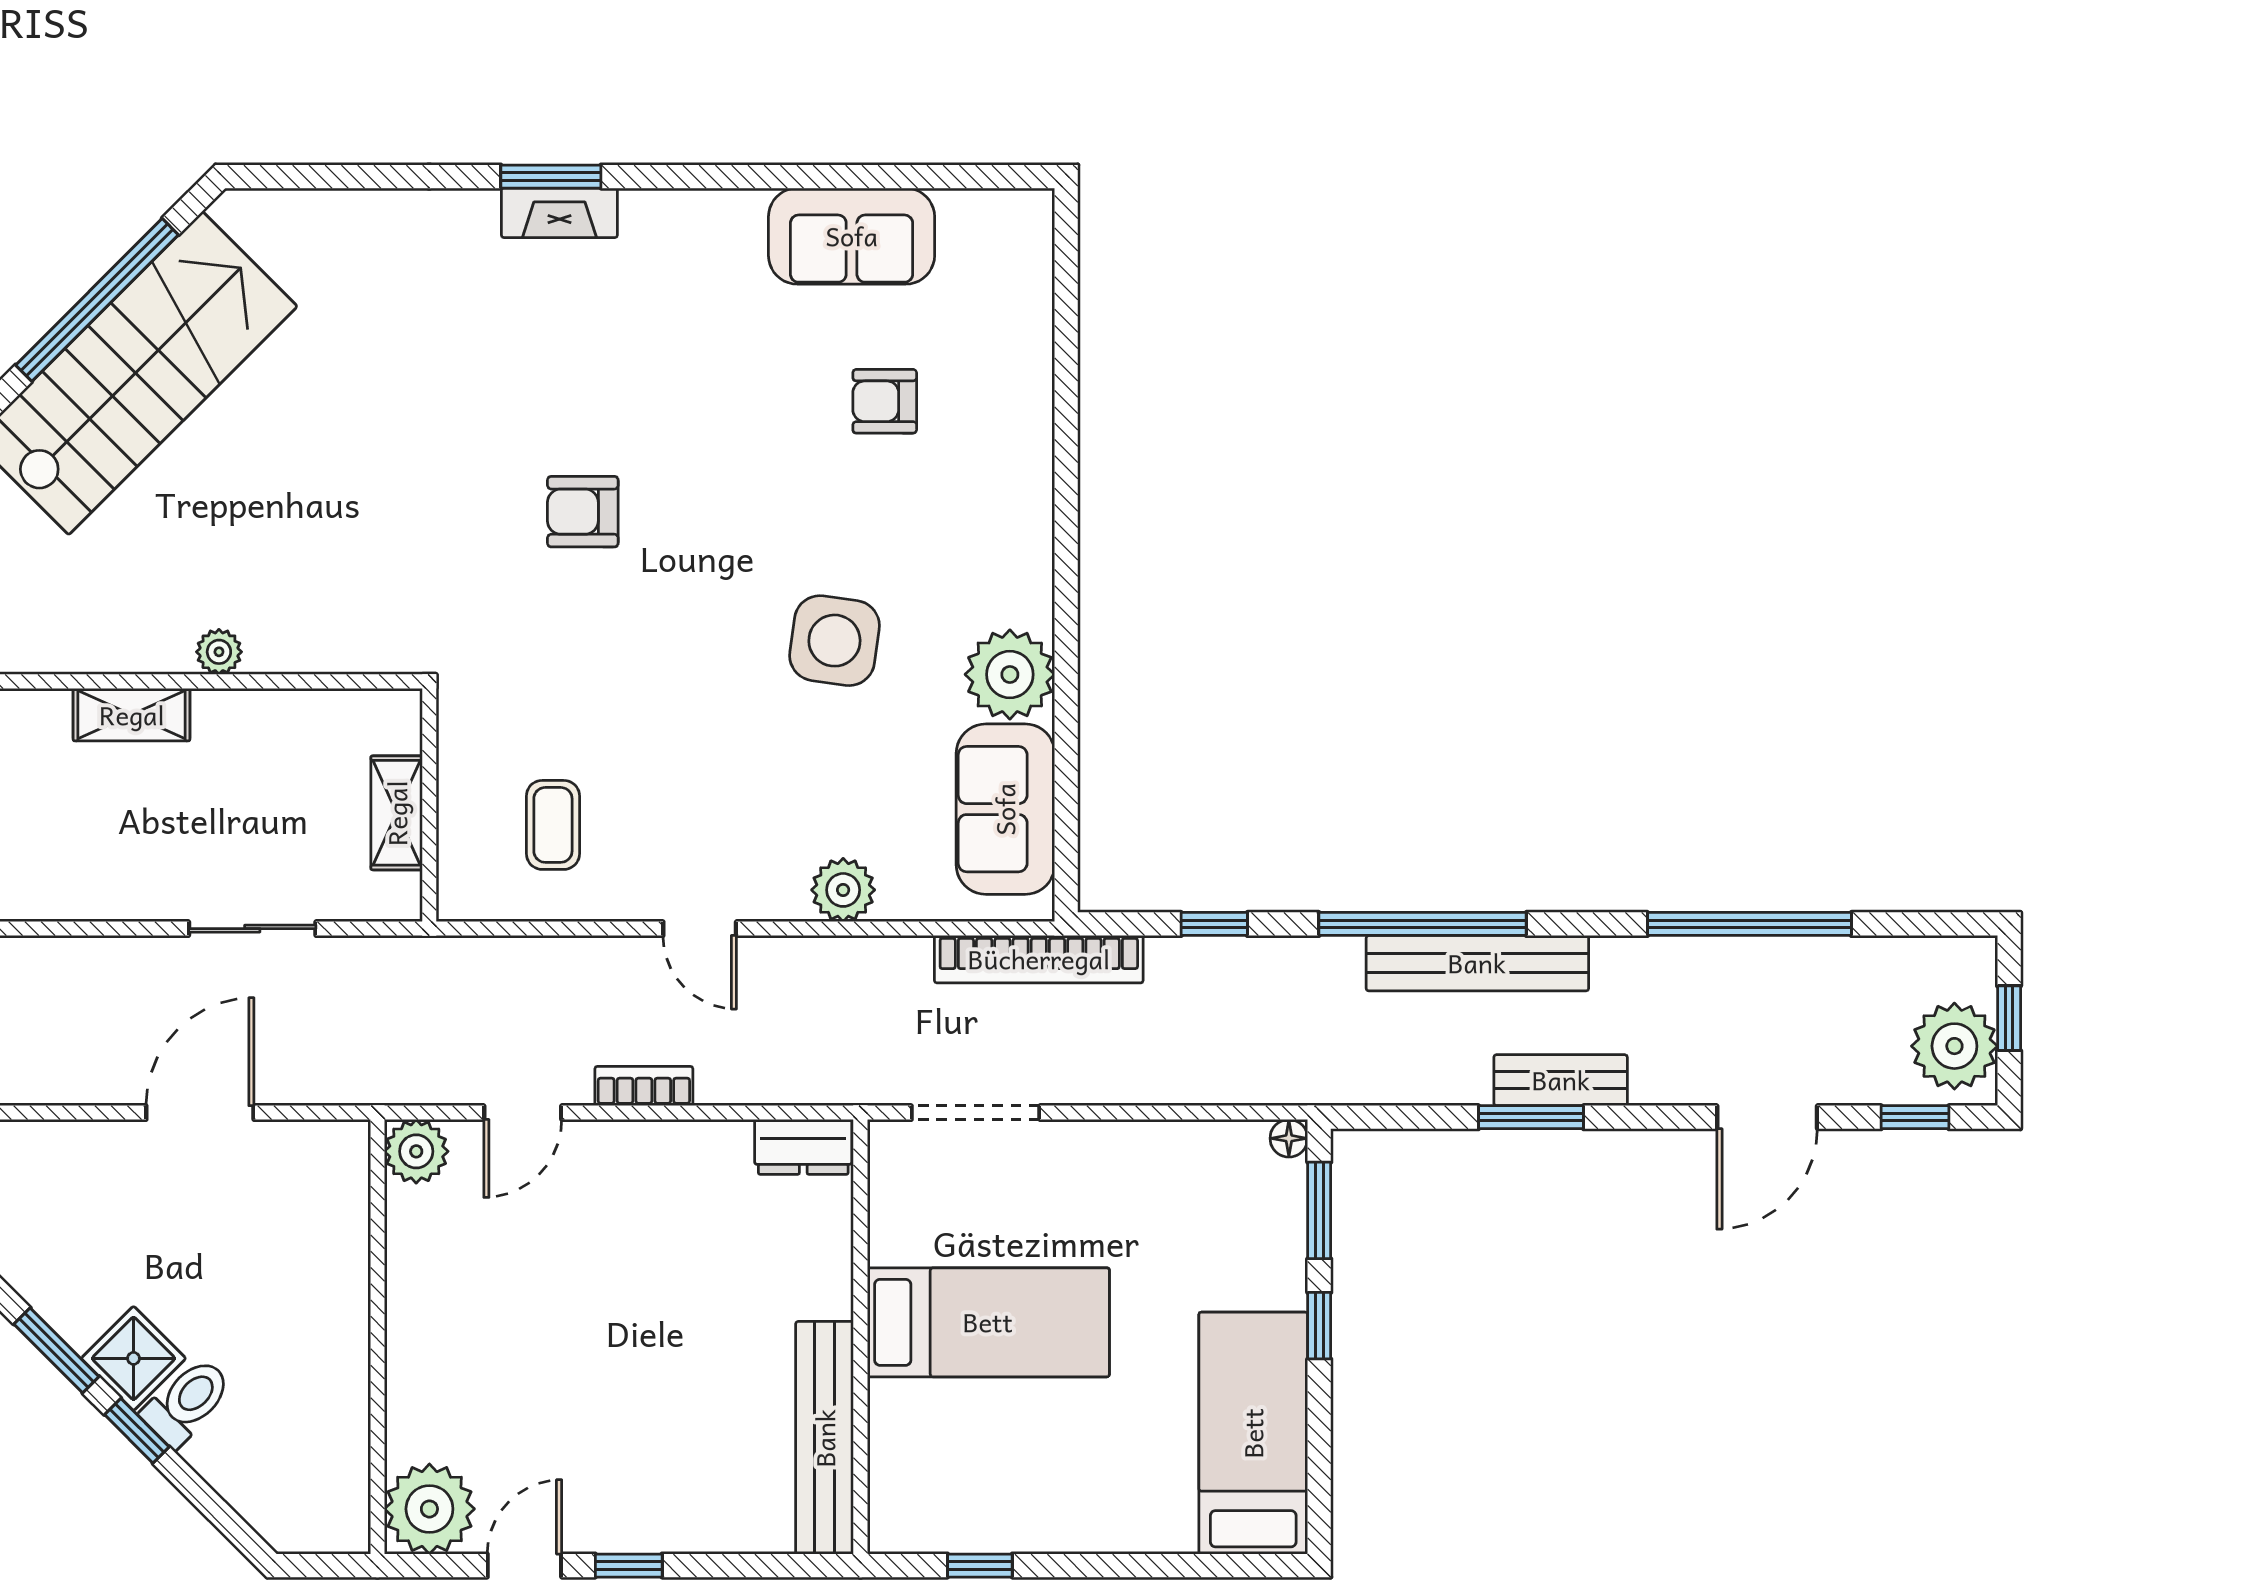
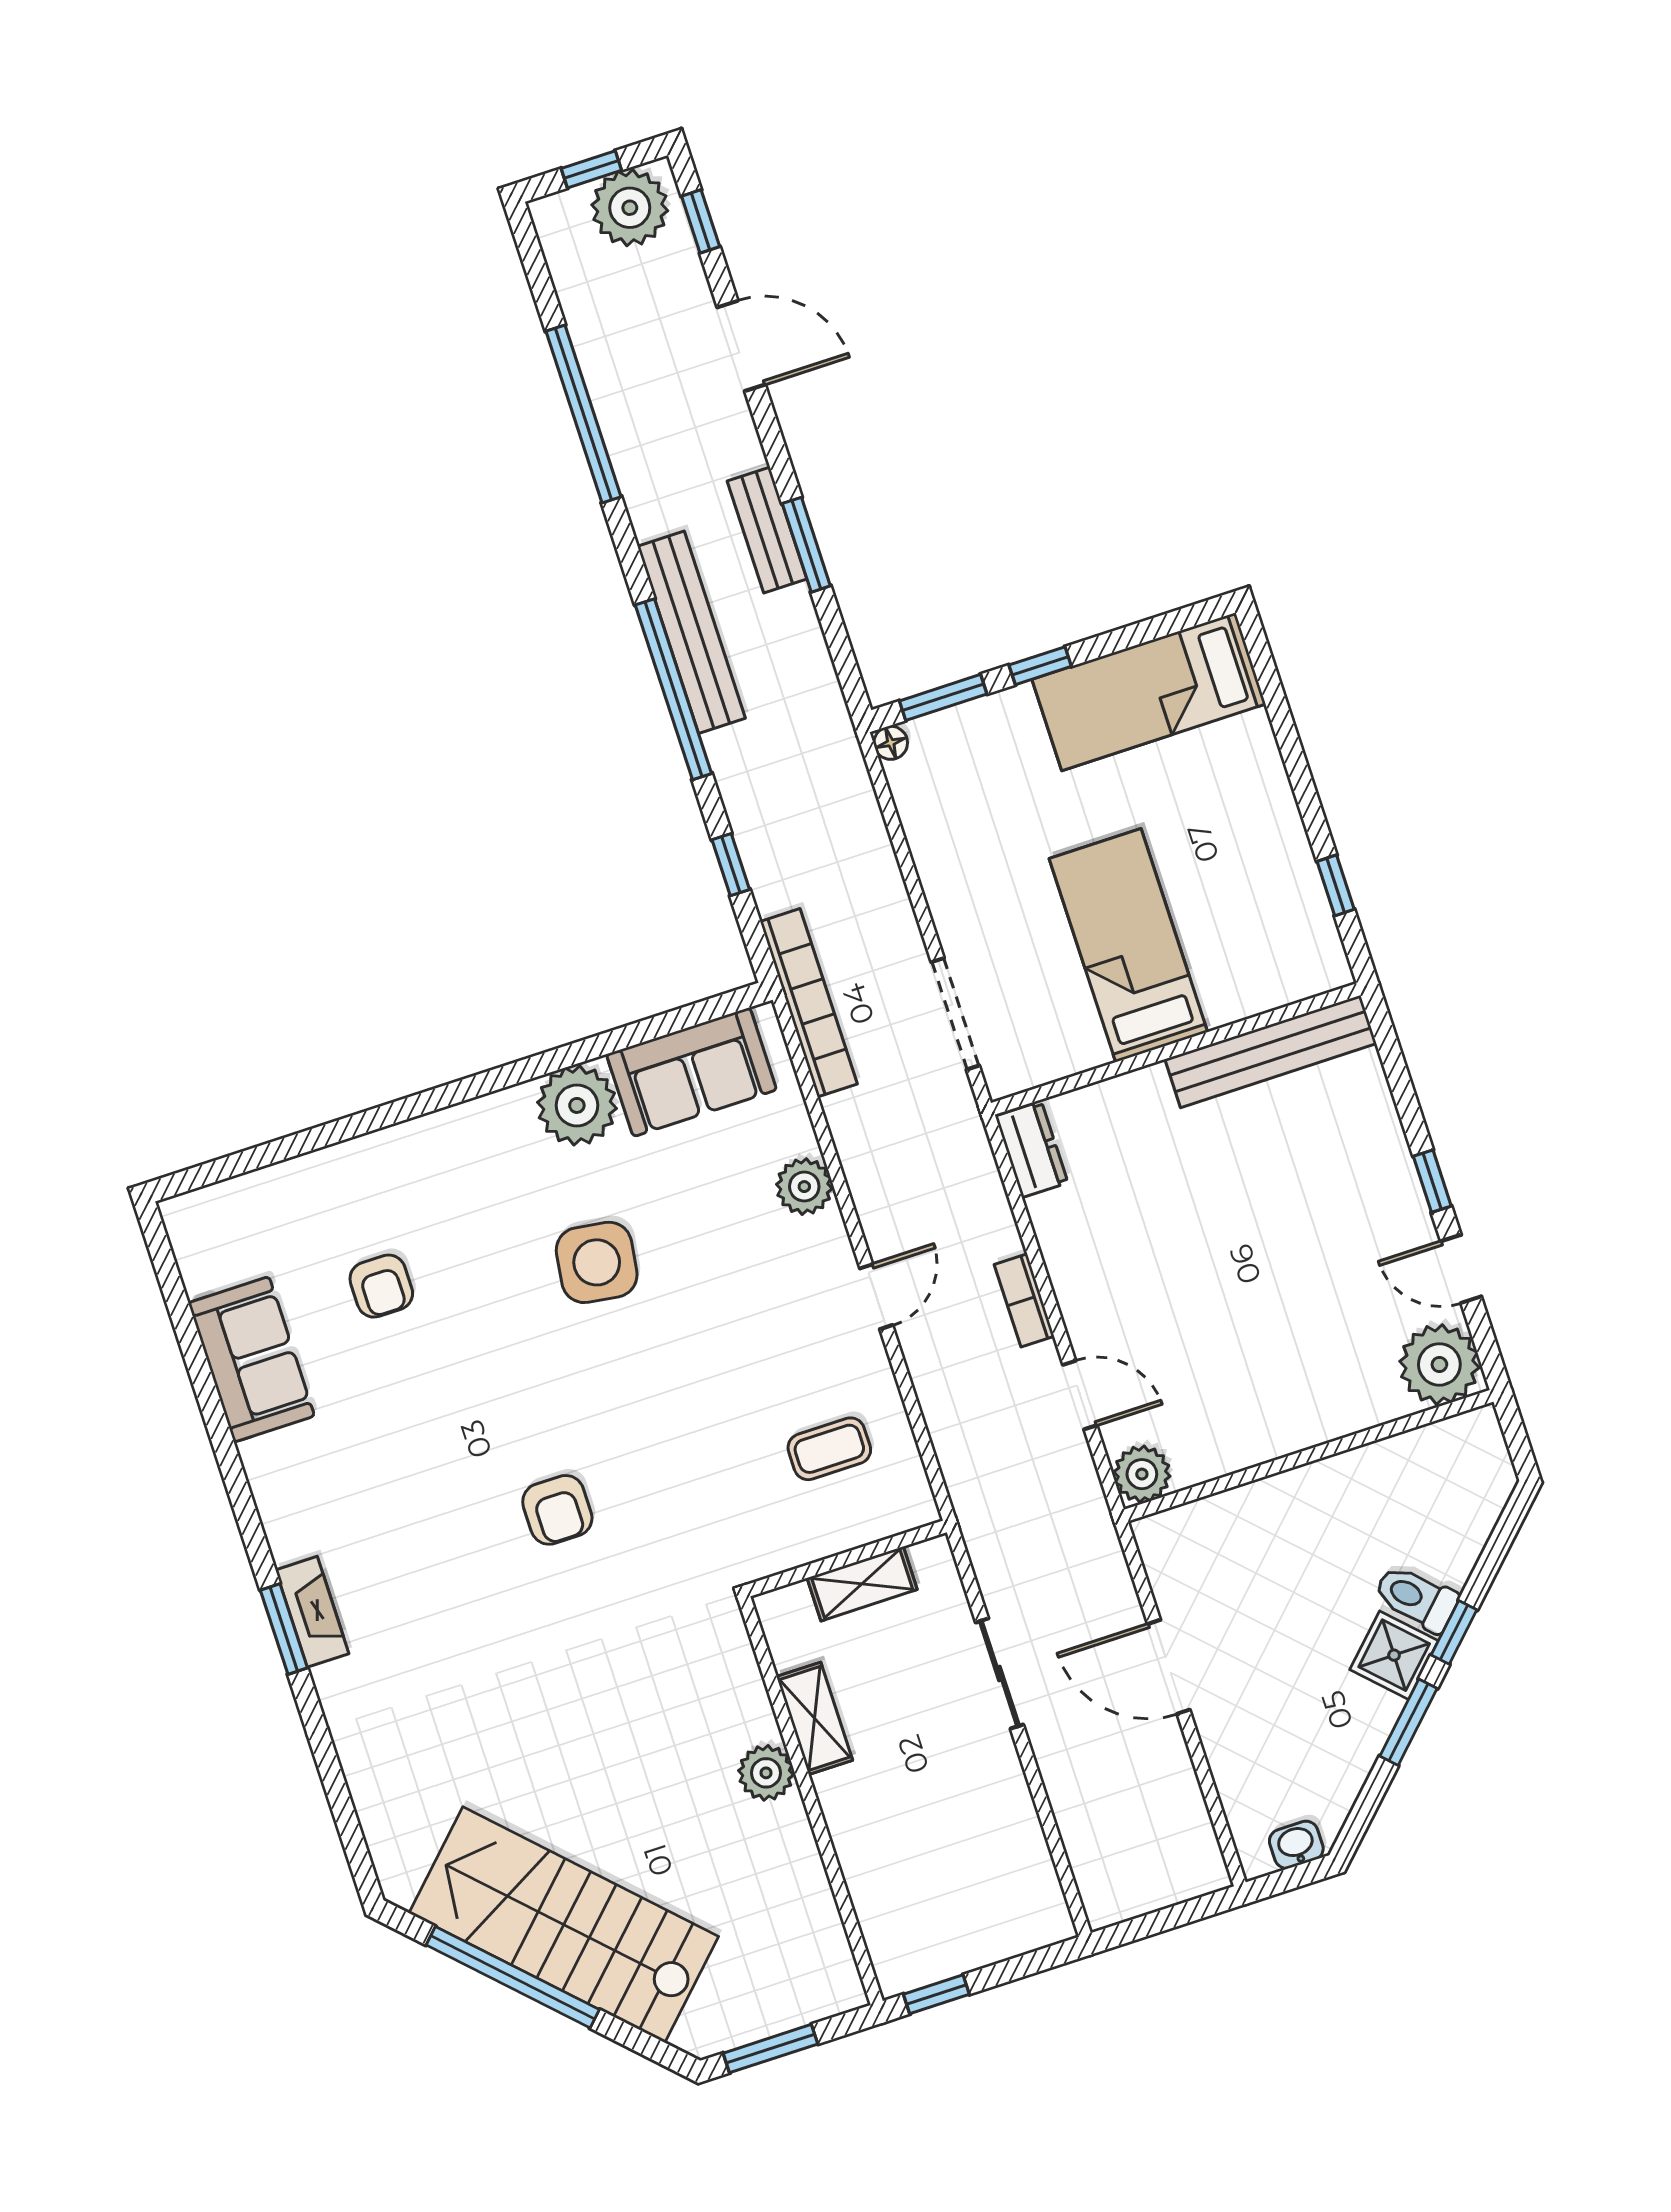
plant: (219, 652) -> (766, 1773), width x1.38, depth x1.38
shelving: (132, 715) -> (815, 1718), moved

